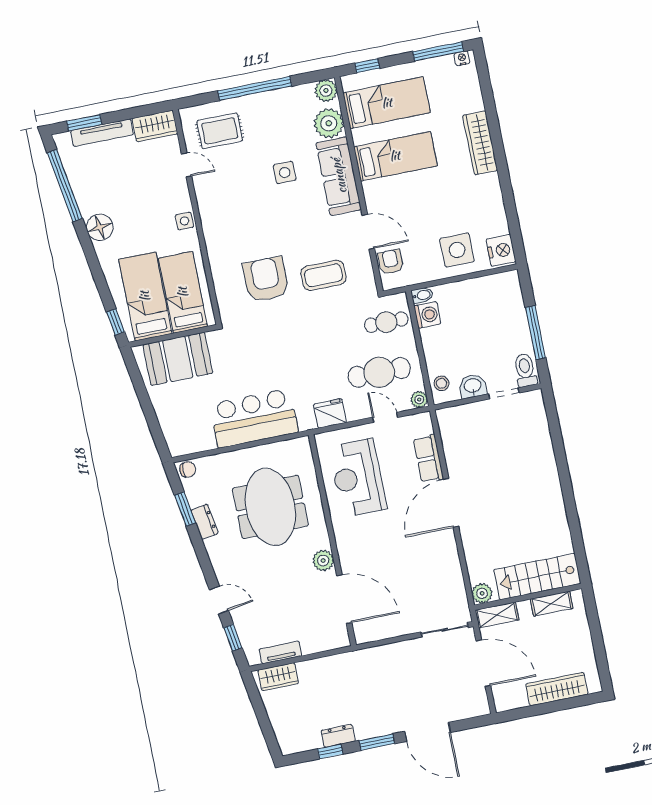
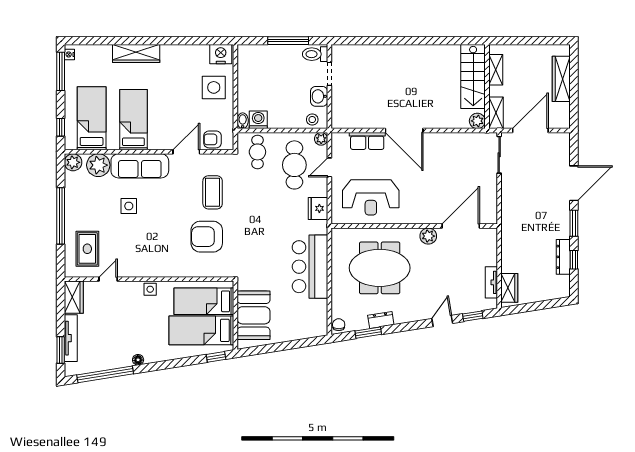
floor lamp: (100, 227) -> (138, 360), width x0.53, depth x0.53
dresser: (338, 736) -> (563, 257), width x1.44

